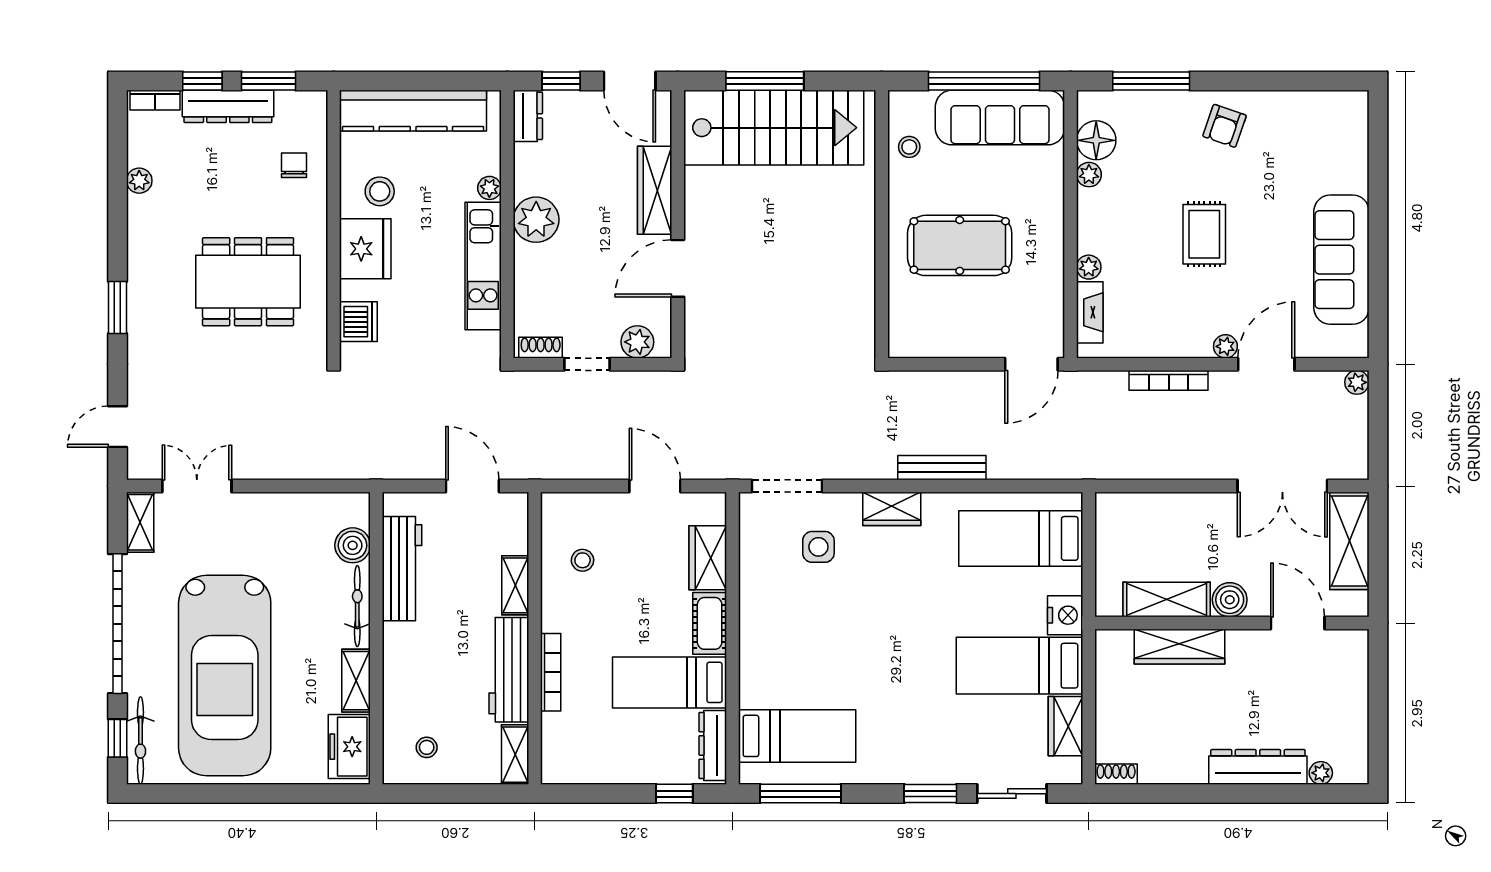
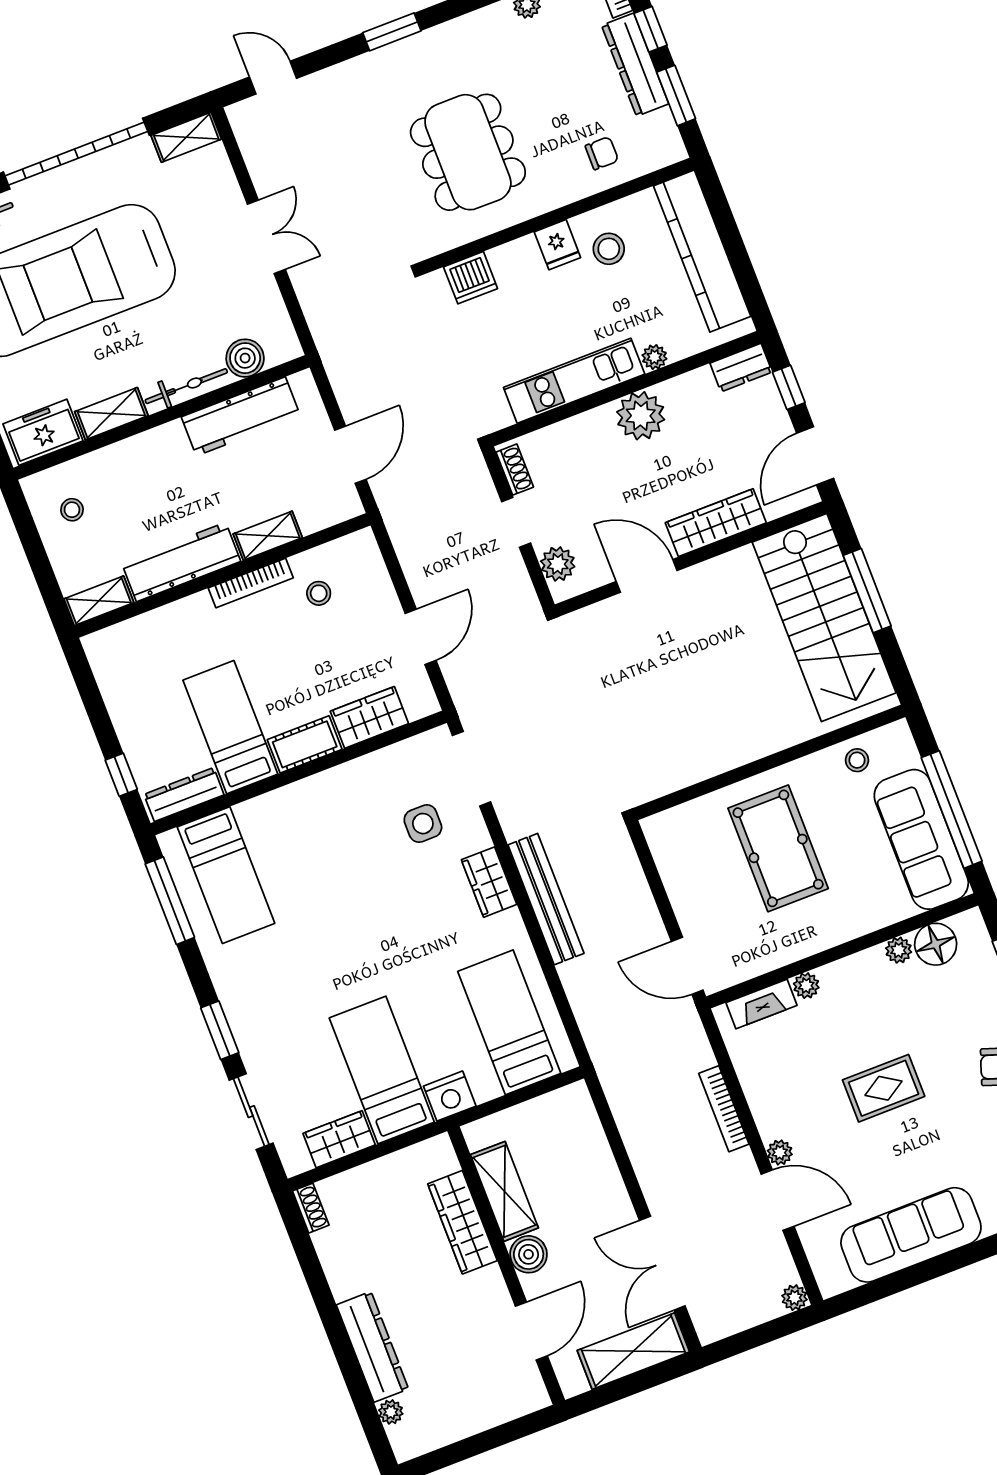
fridge: (365, 249) -> (557, 245), width x0.53, depth x0.75
bench: (942, 468) -> (546, 899), width x1.37, depth x1.21
double door: (197, 486) -> (266, 237), moved
bookcase: (551, 672) -> (251, 583), moved

